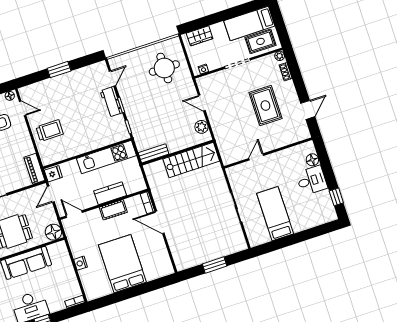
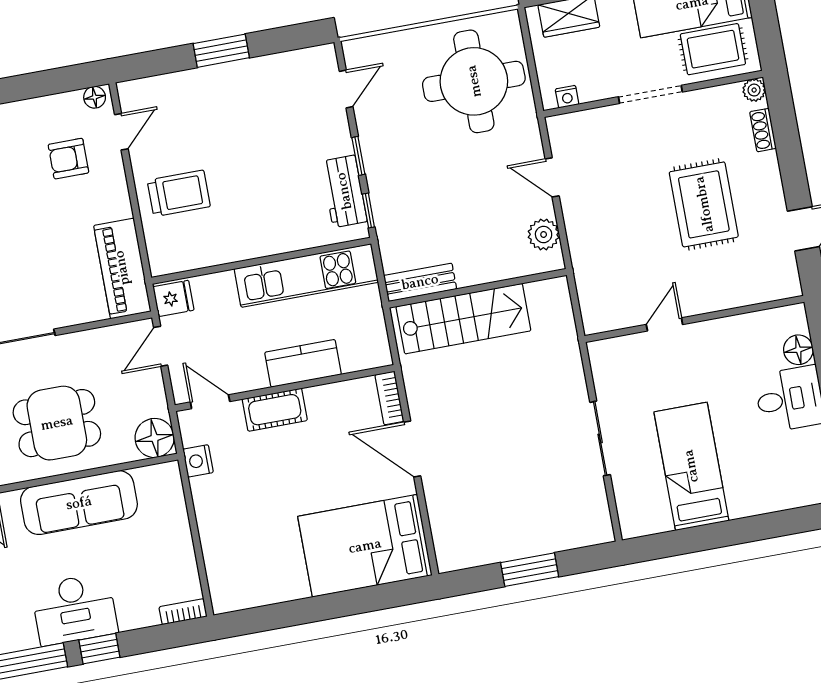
round table: (164, 68) -> (474, 81), width x1.36, depth x1.36
workbench: (111, 102) -> (344, 191), moved
door: (23, 108) -> (121, 132), hinge flipped
stairs: (191, 160) -> (463, 319), moved
piano: (34, 169) -> (122, 268), width x1.37, depth x1.33
cot: (113, 210) -> (275, 410), moved
nightstand: (80, 263) -> (198, 461), moved
bed: (122, 264) -> (365, 546), moved, turned -90

